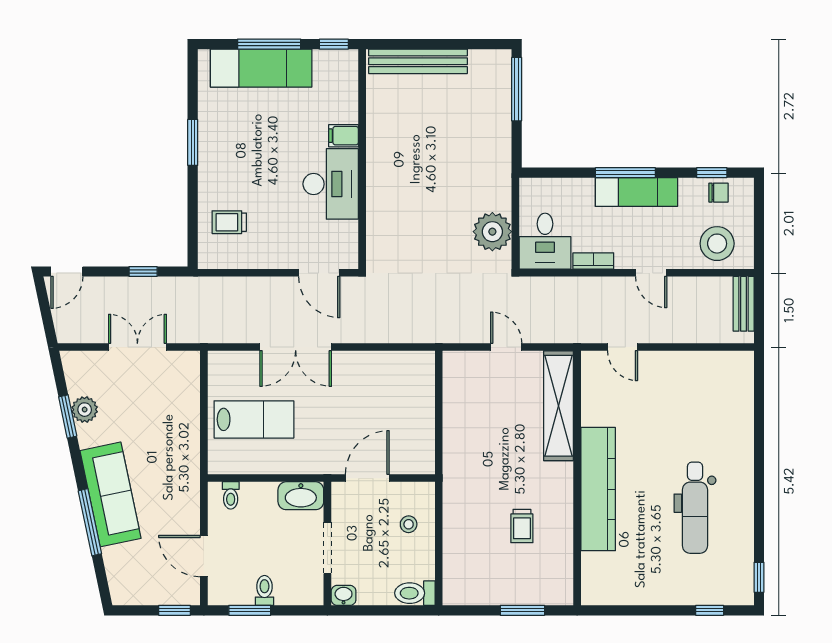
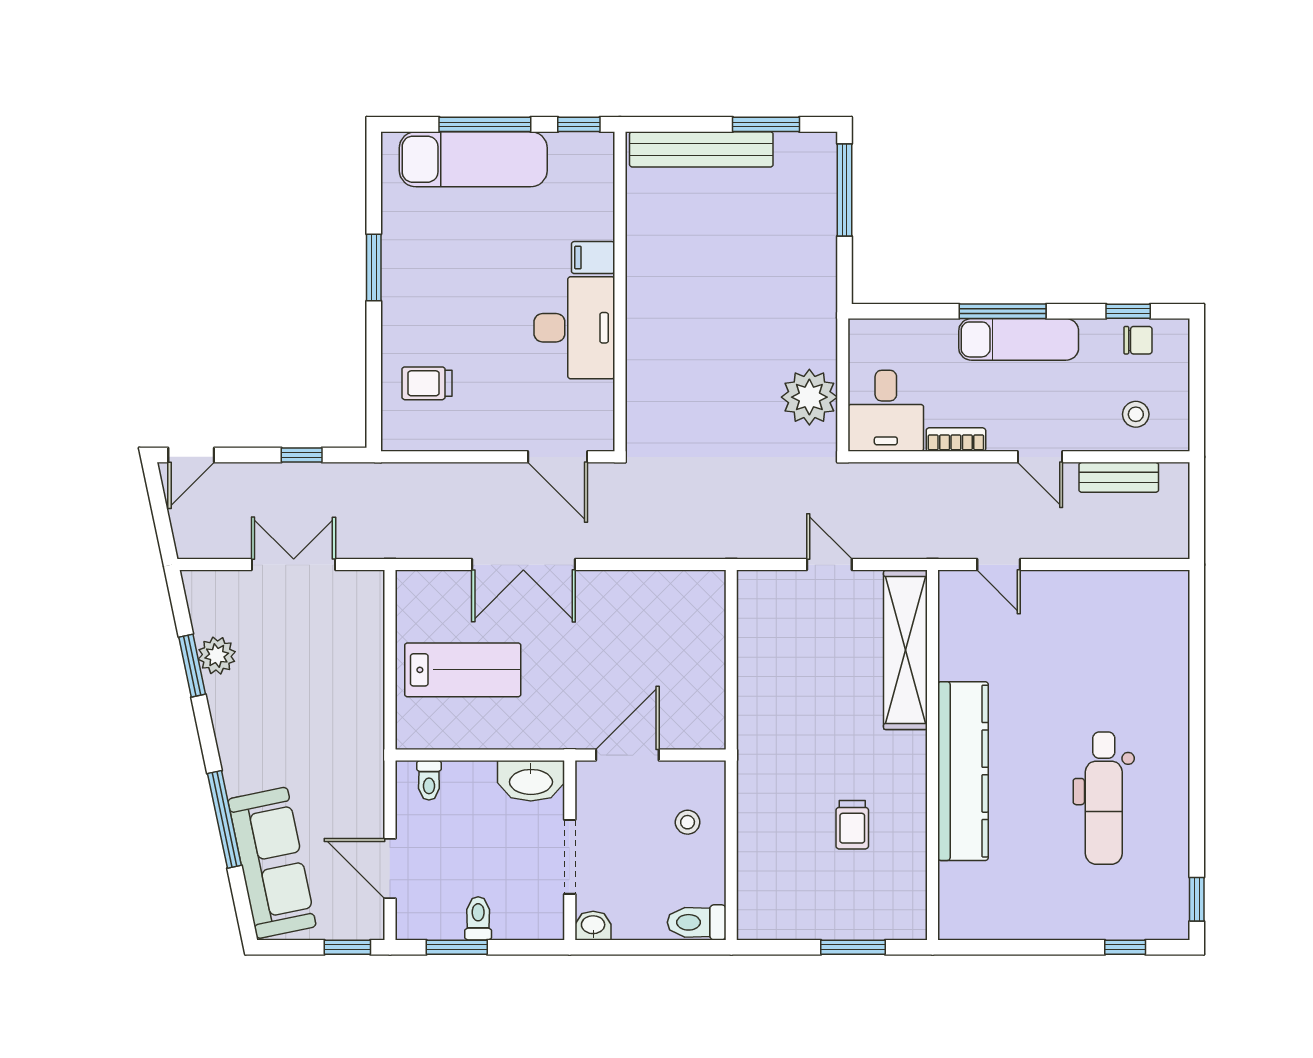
window: (463, 44) -> (766, 124), added
stool: (717, 244) -> (1136, 414), width x0.53, depth x0.53
bench: (744, 304) -> (1119, 477), moved, turned 90
sofa: (110, 494) -> (272, 863), moved

